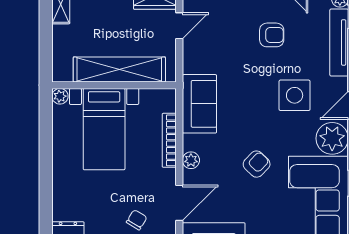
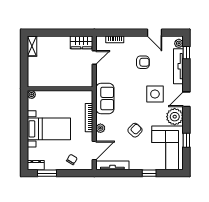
shelving: (119, 70) -> (63, 80), removed
bed with nightstands: (104, 129) -> (49, 129), moved, turned -90

